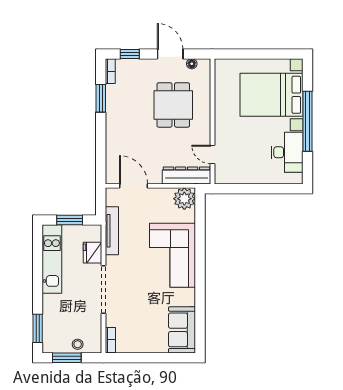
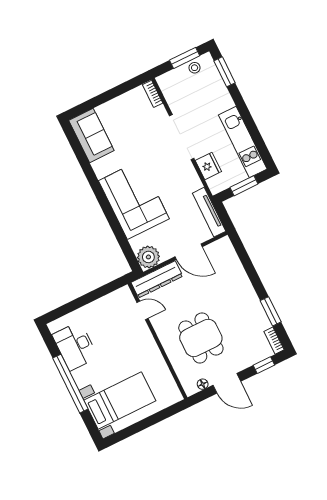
bed with nightstands: (271, 95) -> (120, 400), width x0.73
door: (133, 186) -> (189, 252), moved
tv unit: (112, 231) -> (209, 212), moved
stool: (78, 344) -> (195, 68), moved

